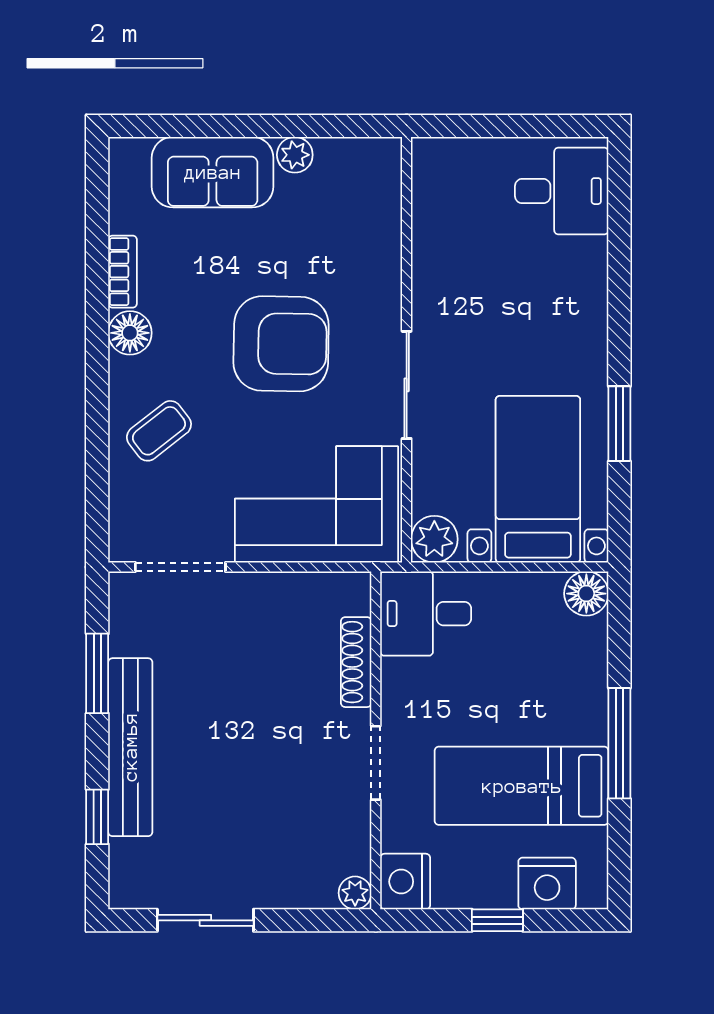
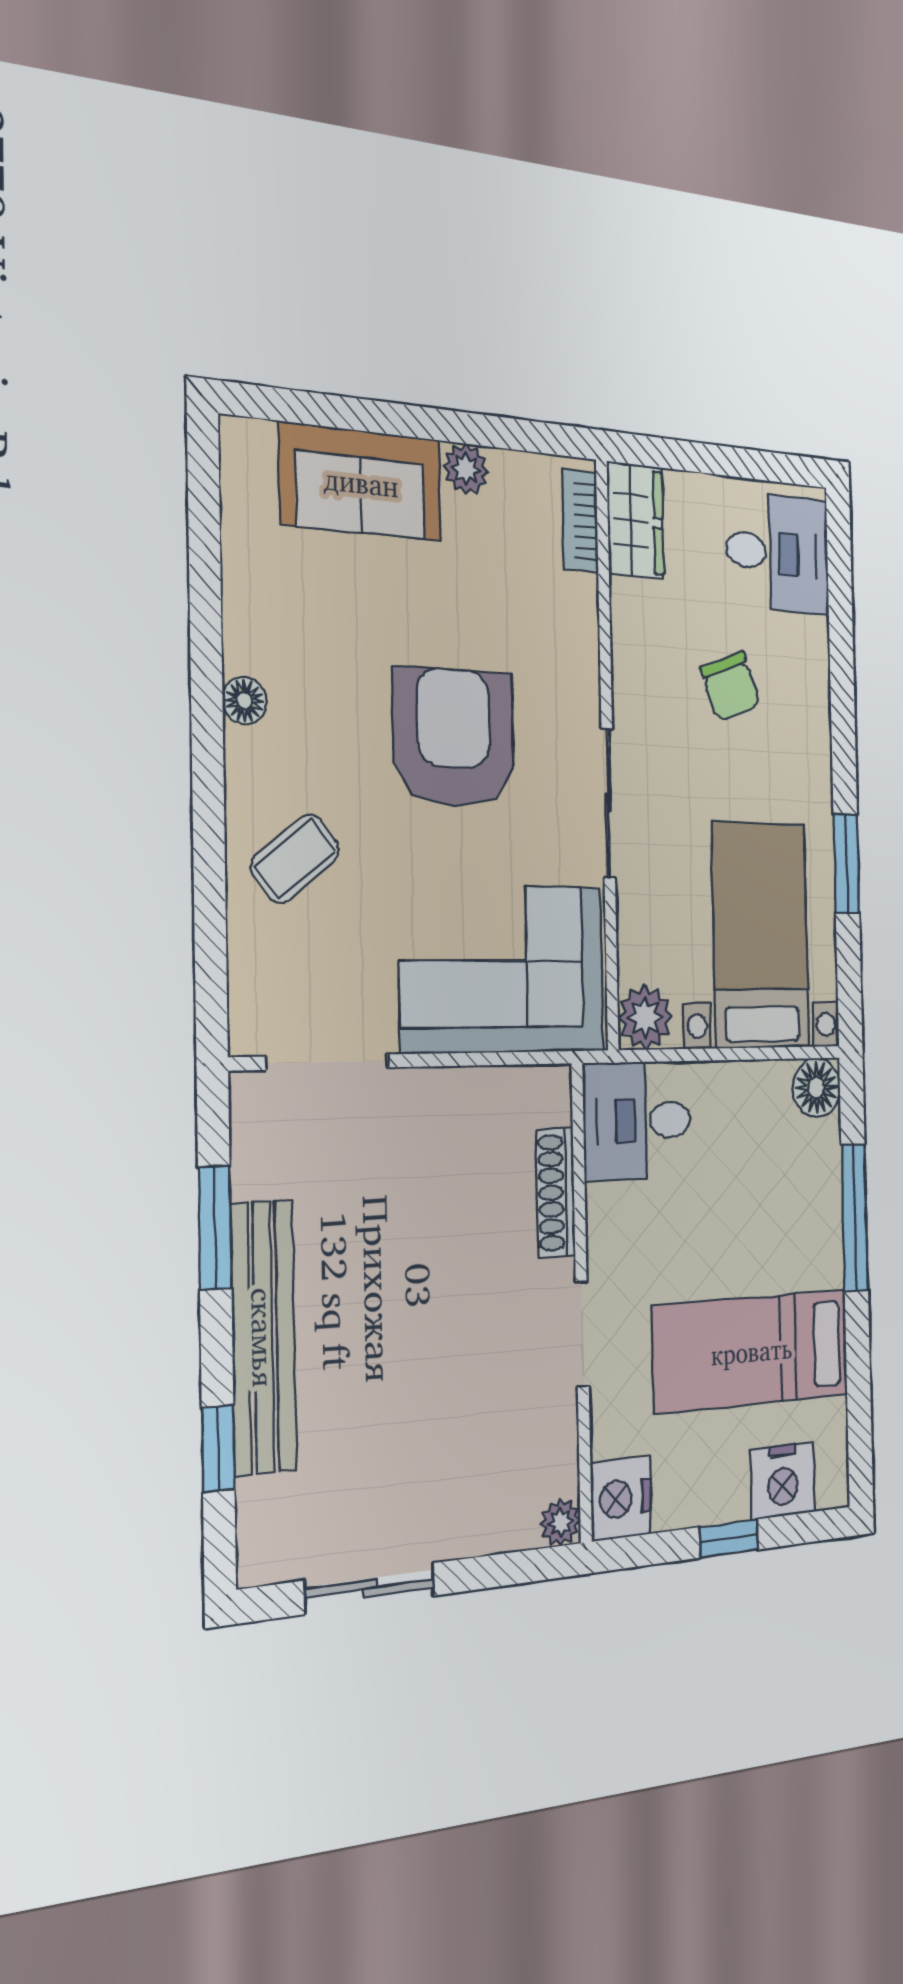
wardrobe: (435, 178) -> (635, 521), added
bookcase: (123, 272) -> (580, 521), moved, turned 180
chair: (516, 294) -> (730, 686), added
floor lamp: (130, 333) -> (244, 701), width x0.73, depth x0.73
armchair: (281, 344) -> (454, 737), turned -91
window: (619, 743) -> (855, 1217), moved

